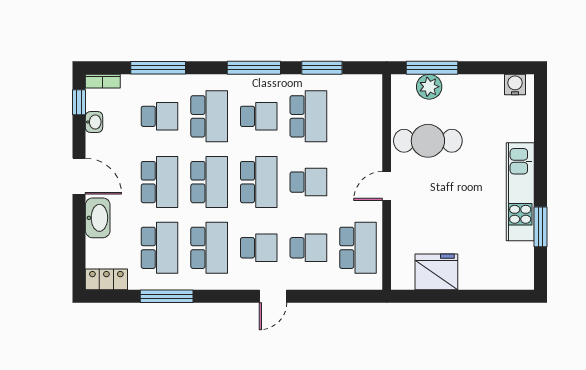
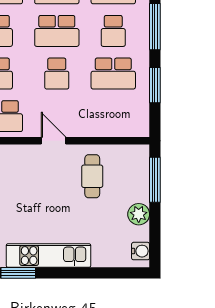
plant: (429, 87) -> (139, 214), moved
cafe table: (428, 141) -> (92, 176), width x0.73, depth x0.74

